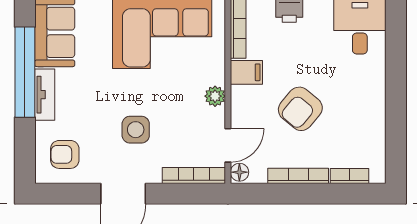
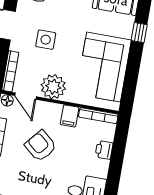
plant: (215, 96) -> (53, 87), width x1.88, depth x1.88

